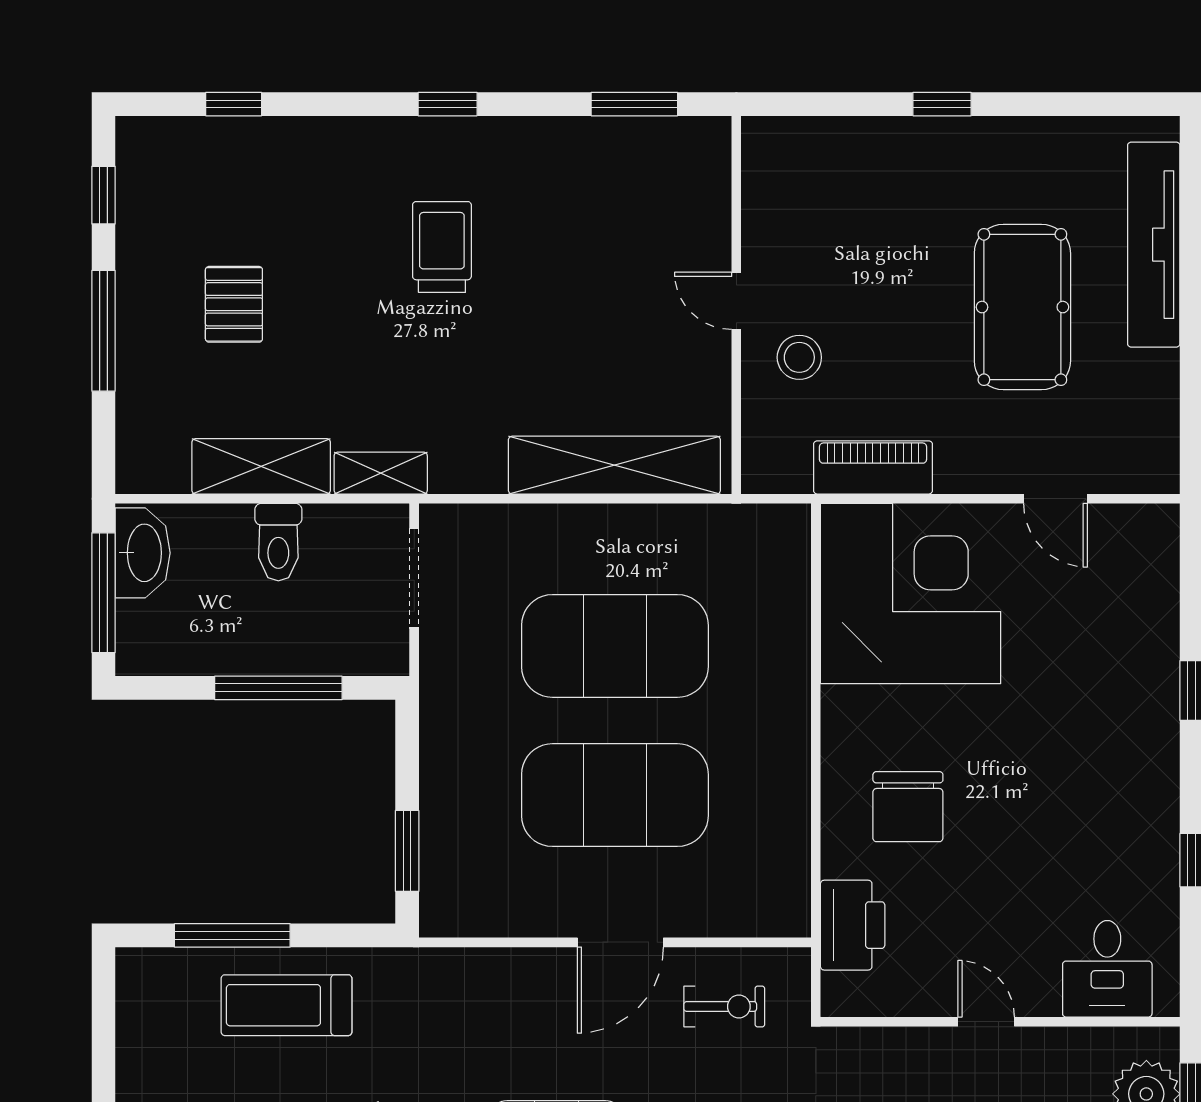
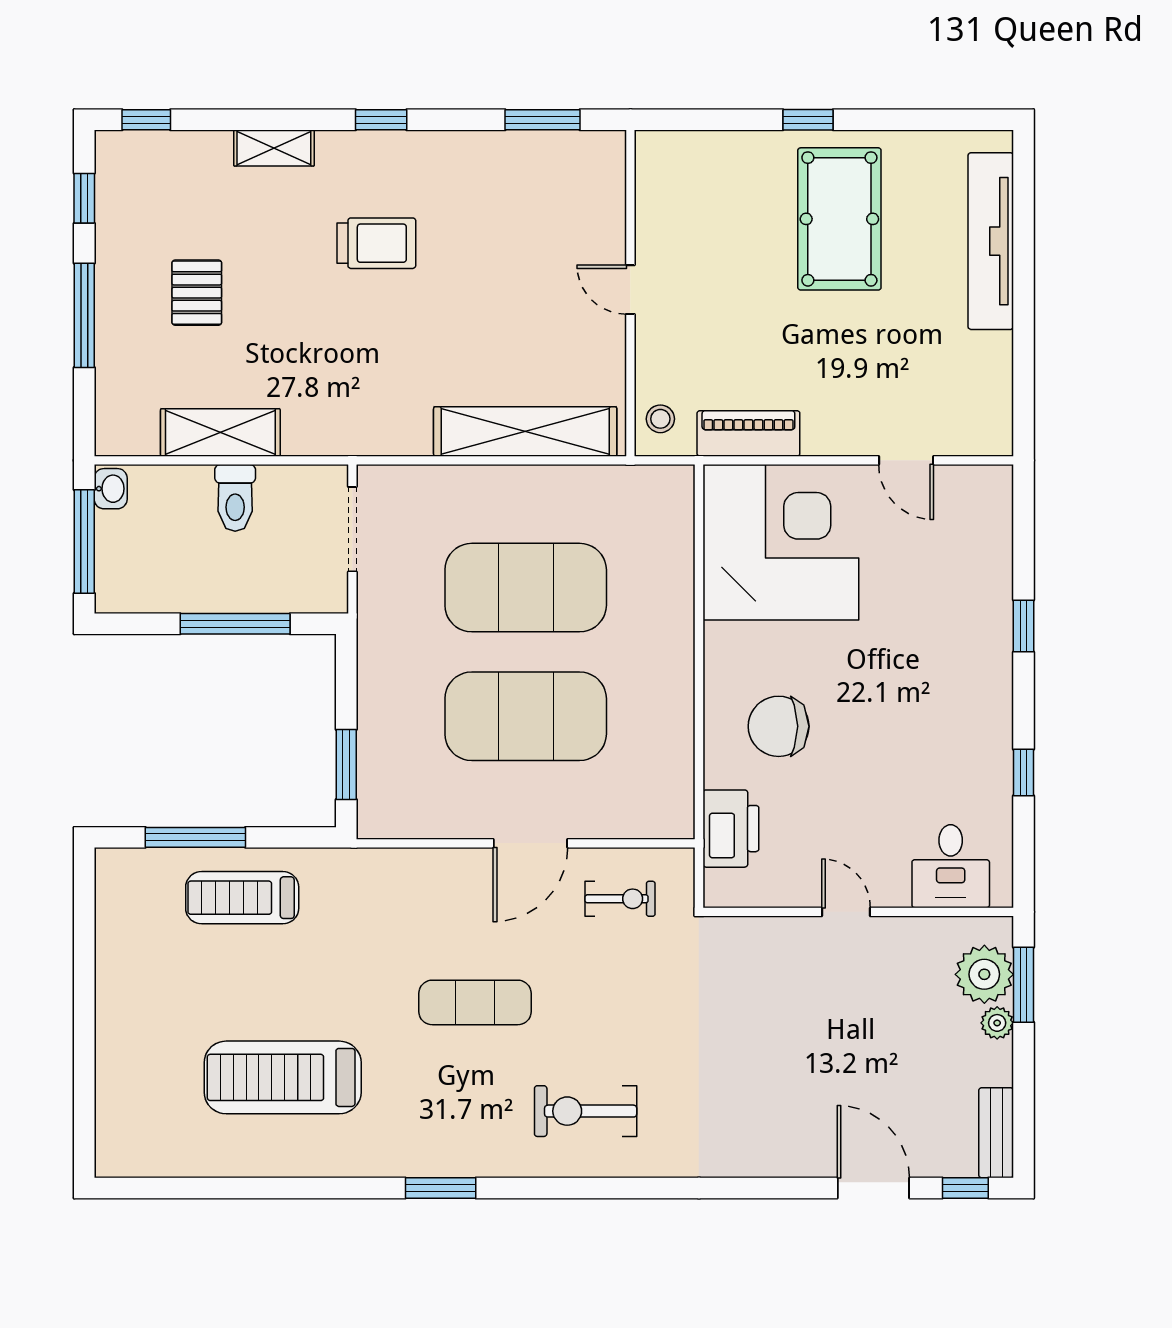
window: (234, 104) -> (146, 120), moved
trolley: (442, 247) -> (376, 243), turned 90
pool table: (1022, 307) -> (839, 219), moved
stool: (799, 357) -> (660, 419), moved, width x0.73, depth x0.73
shelving: (381, 473) -> (274, 148), moved
washbasin: (143, 553) -> (111, 489), width x0.52, depth x0.69
chair: (908, 807) -> (779, 726), turned 90

